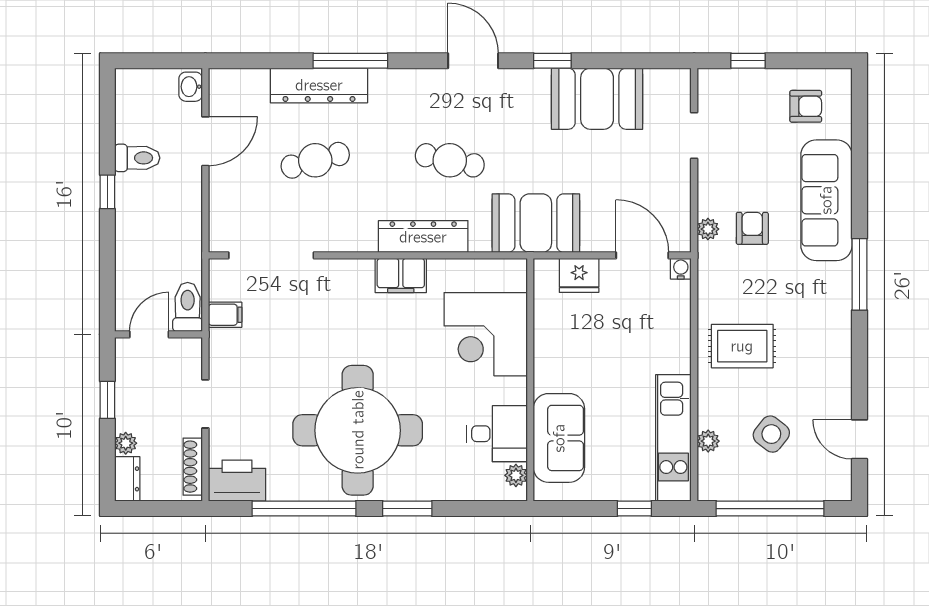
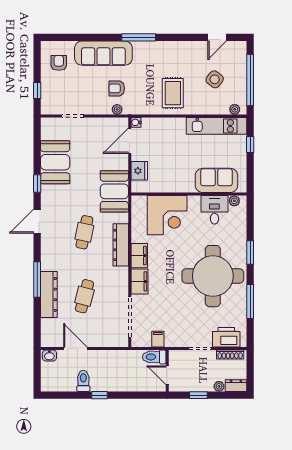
cafe table: (315, 160) -> (84, 296), turned 30
filing cabinet: (346, 276) -> (139, 281), added
plant: (708, 441) -> (235, 109), moved
printer: (237, 481) -> (226, 337), moved, turned 90
window: (304, 509) -> (250, 302), width x0.68

